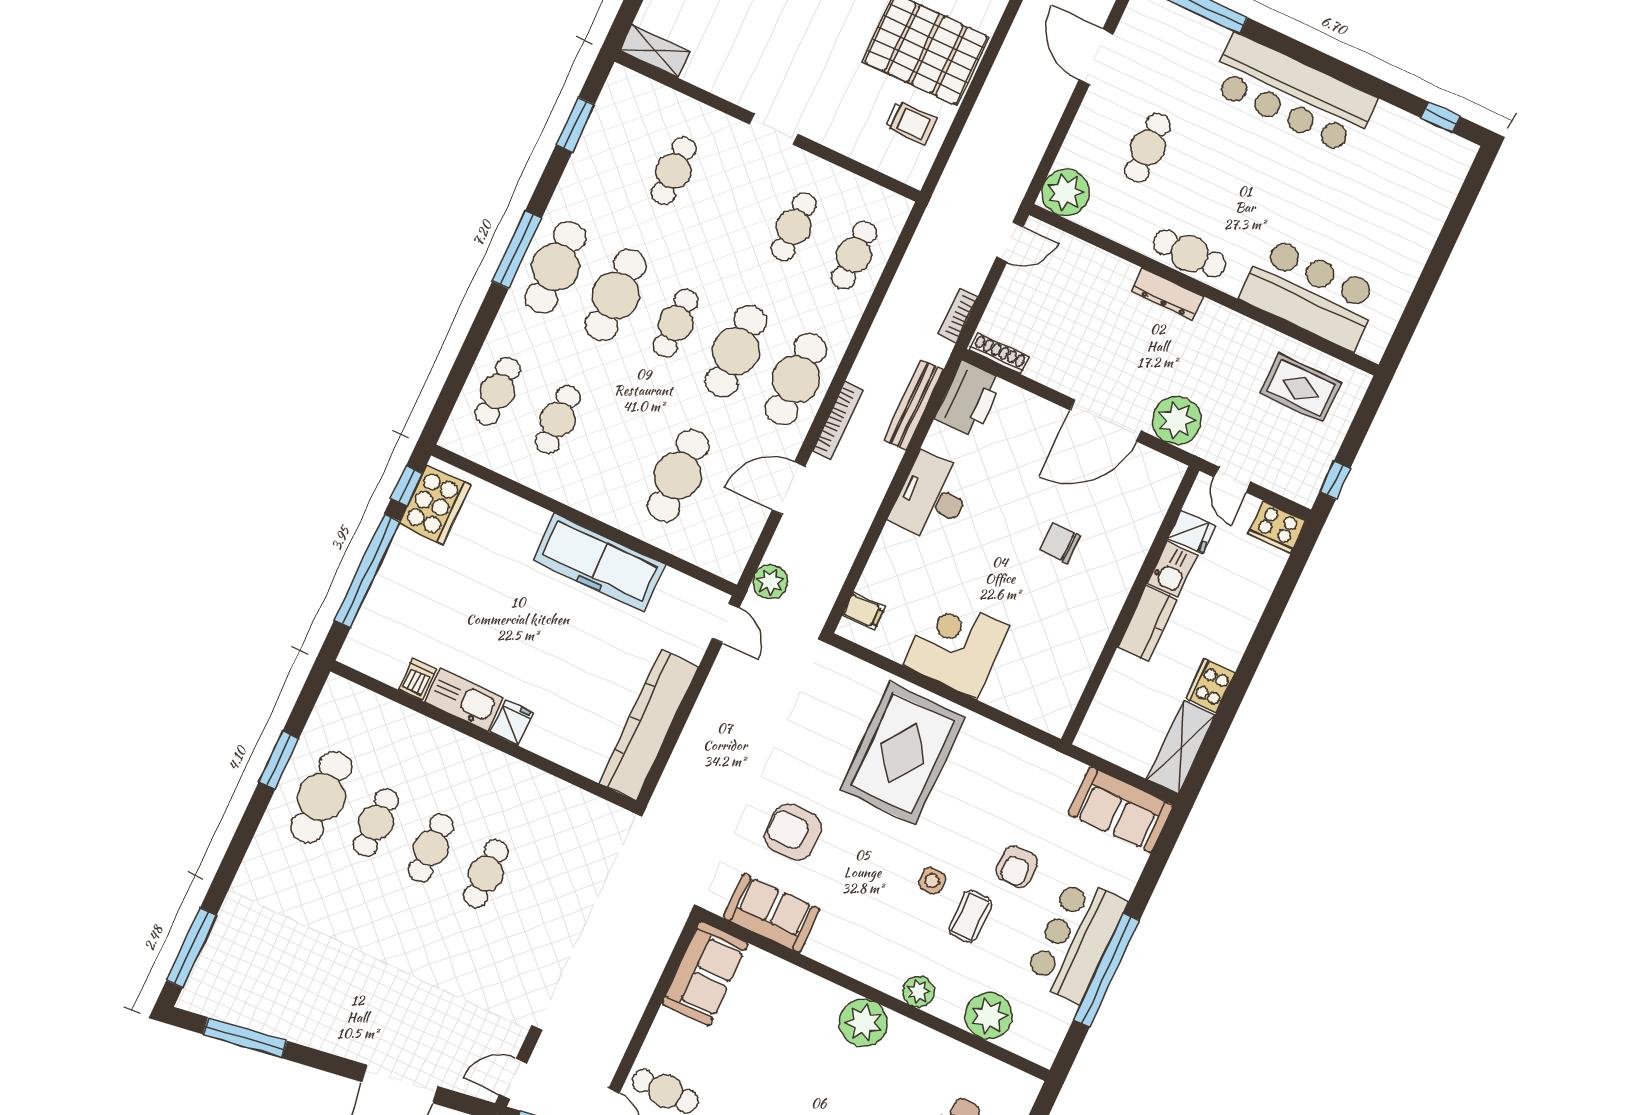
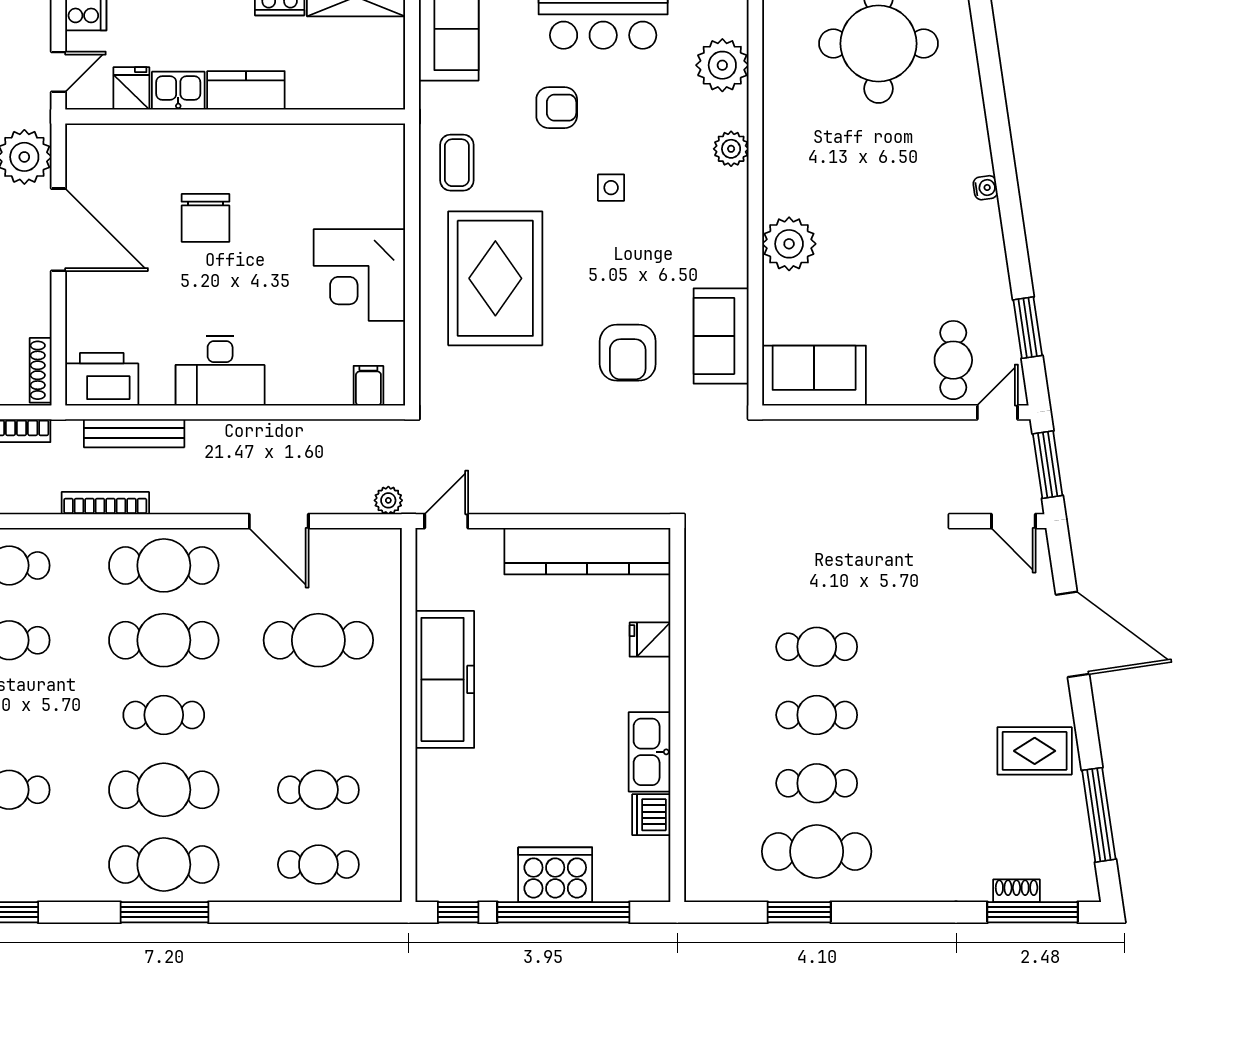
bookcase: (838, 420) -> (105, 503), moved
cooker: (435, 505) -> (555, 875), moved
chair: (1060, 543) -> (206, 218), width x1.37, depth x1.37
plant: (770, 582) -> (388, 500), width x0.73, depth x0.73
dishwasher: (417, 680) -> (651, 815), width x1.38
fridge: (512, 723) -> (650, 640), moved
rug: (903, 753) -> (495, 278), turned 90
coffee table: (970, 916) -> (457, 163), moved, turned 90
shoe rack: (215, 943) -> (1017, 891), added
rug: (320, 1010) -> (1035, 751), added
plant: (863, 1023) -> (789, 244), moved

